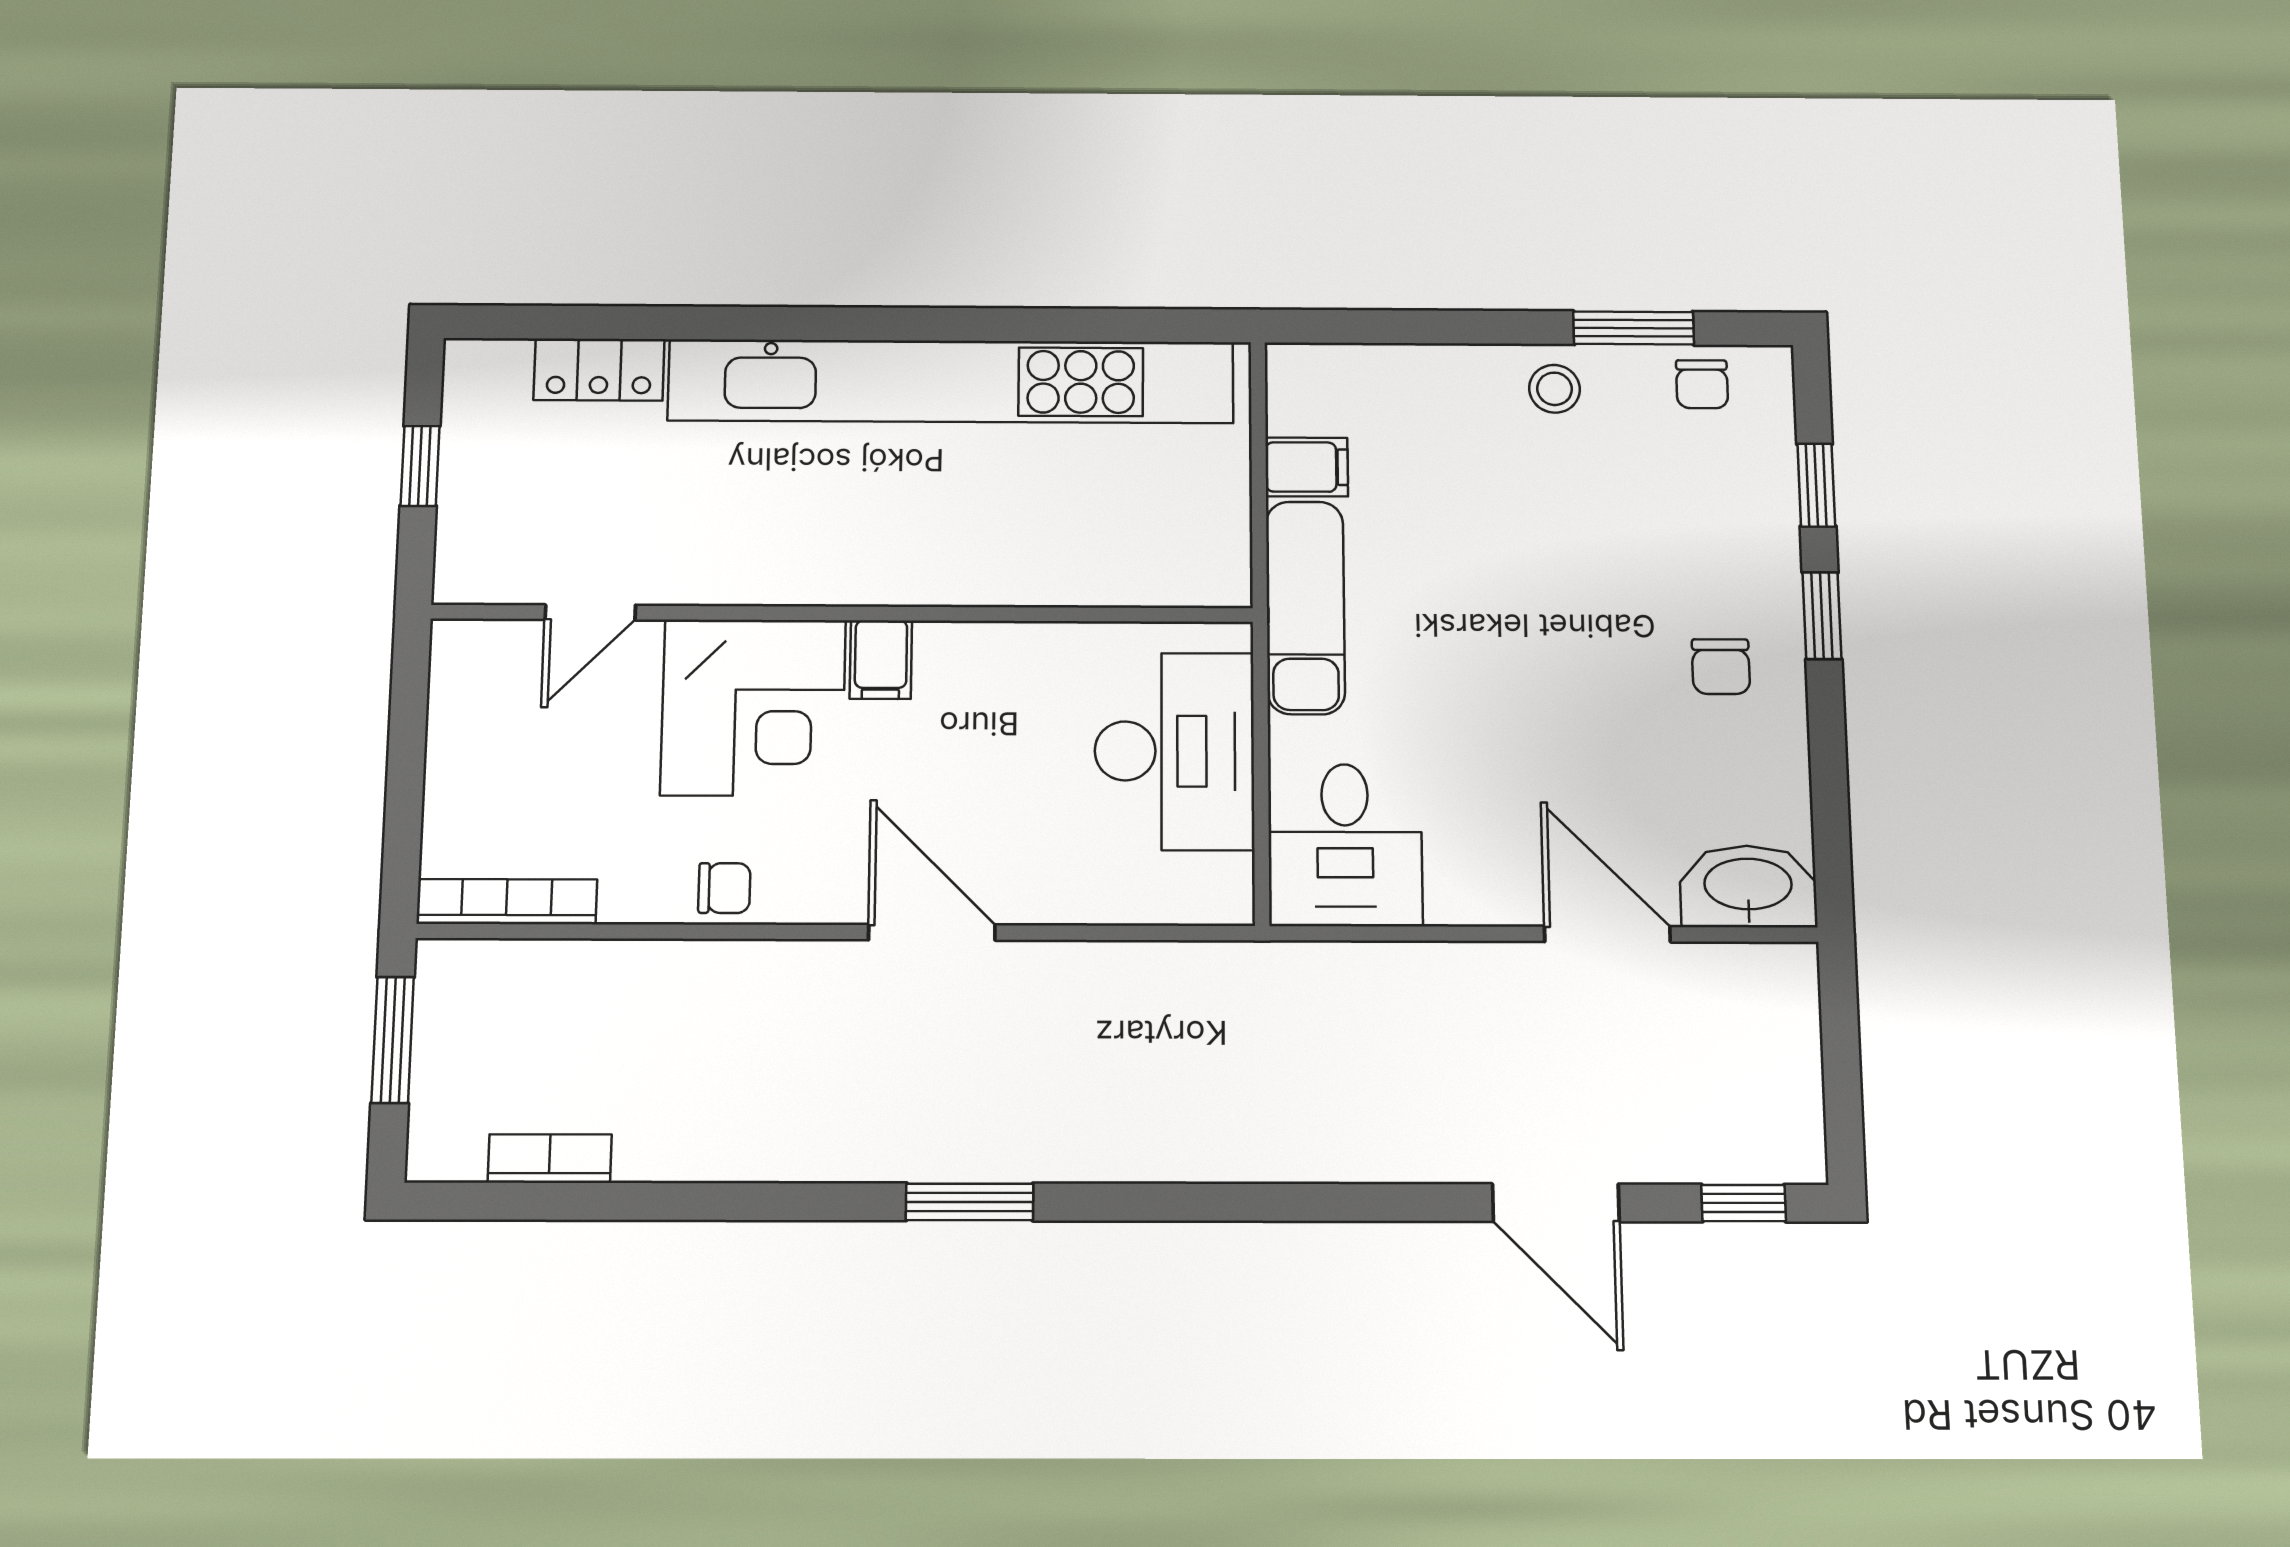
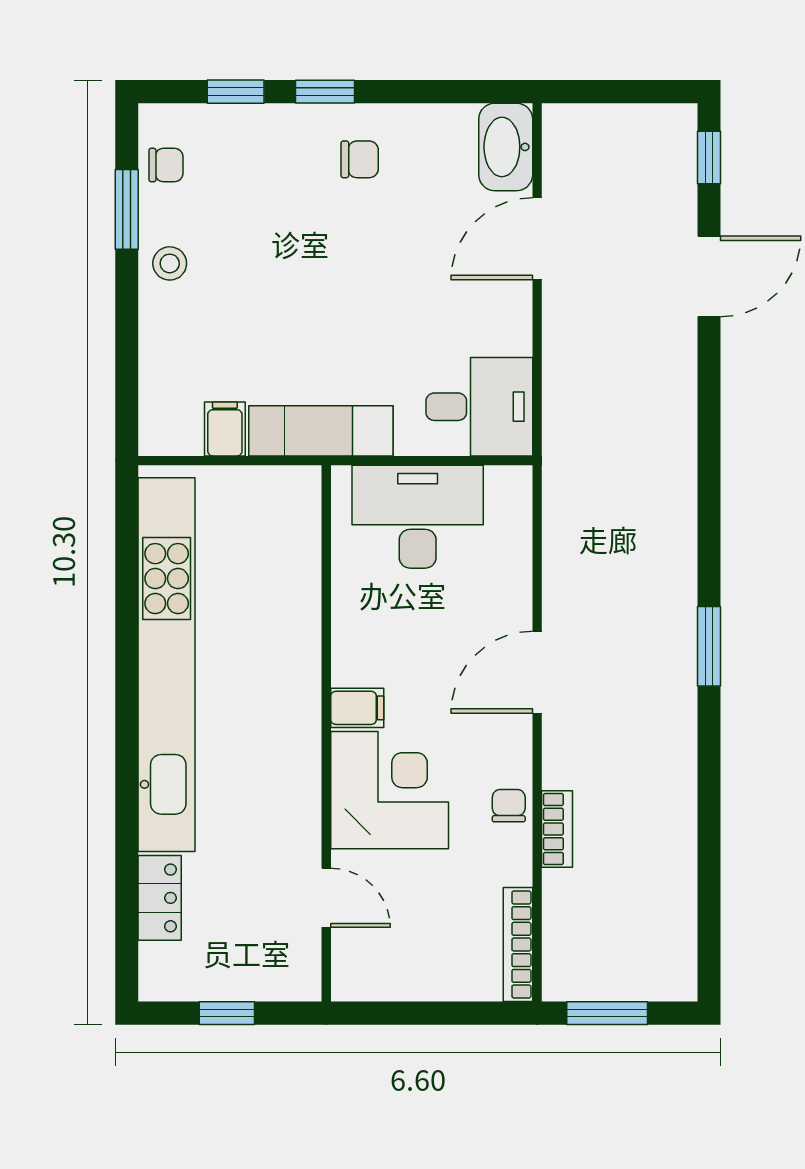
bookcase: (550, 1159) -> (557, 829), moved, turned 180

